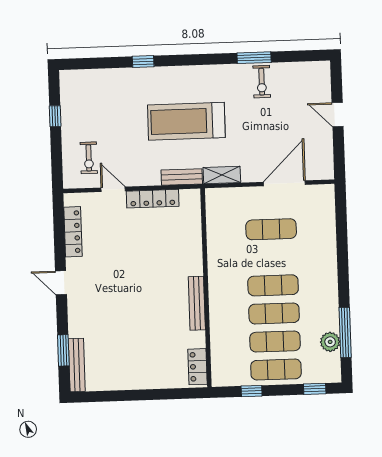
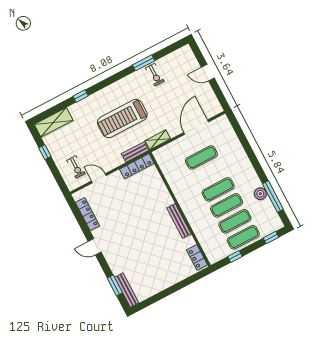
shelving: (88, 80) -> (54, 122), added
locker: (153, 199) -> (137, 166), moved
plant: (330, 342) -> (260, 194), moved

